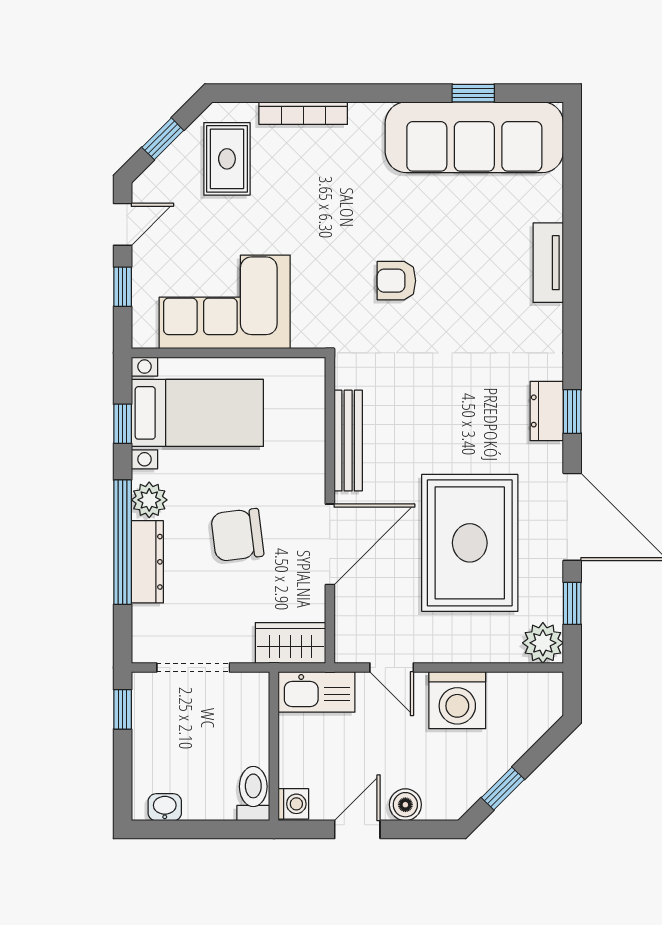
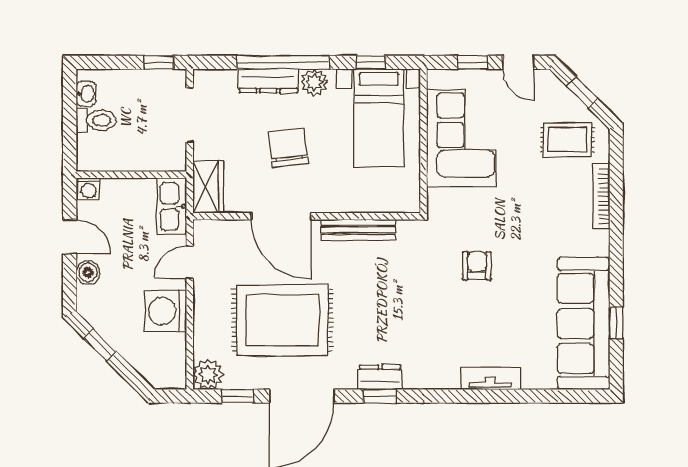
toilet: (253, 794) -> (96, 120), moved

